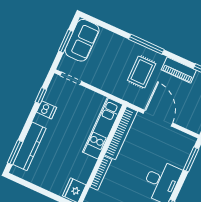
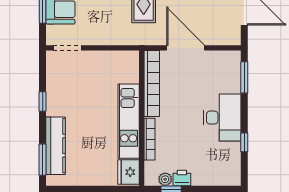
window: (41, 96) -> (43, 102), moved
dishwasher: (47, 110) -> (56, 96), removed
kitchen unit: (103, 128) -> (129, 121), moved

